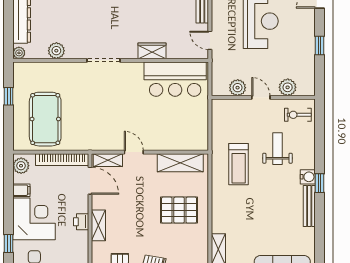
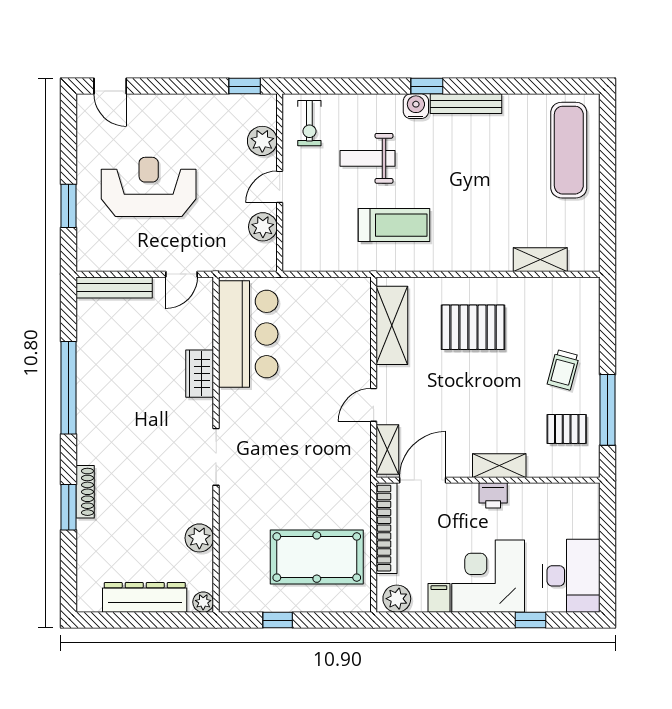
window: (320, 45) -> (245, 86), moved
pallet: (179, 210) -> (473, 327), turned 90

